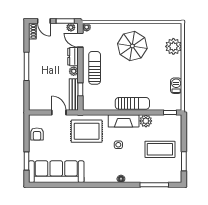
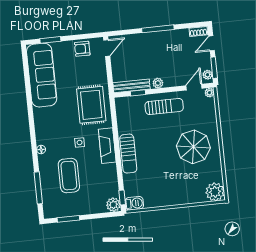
plant: (173, 46) -> (215, 192), moved
dresser: (73, 57) -> (174, 81), removed
barbecue: (176, 86) -> (134, 203), moved
door: (59, 113) -> (107, 48), moved
plant: (146, 121) -> (113, 205), moved
coffee table: (160, 149) -> (69, 176), moved

